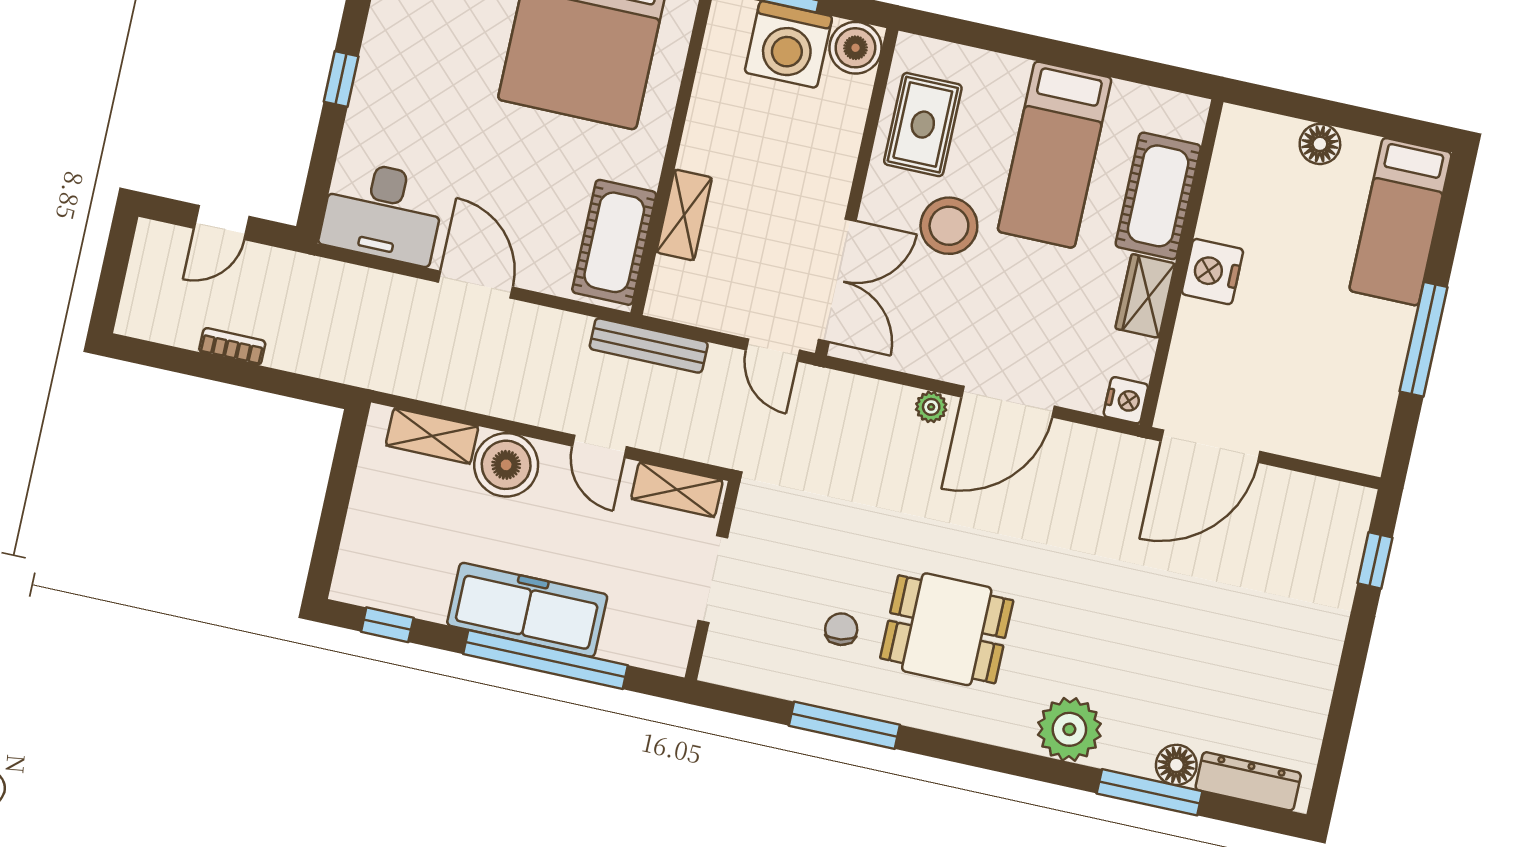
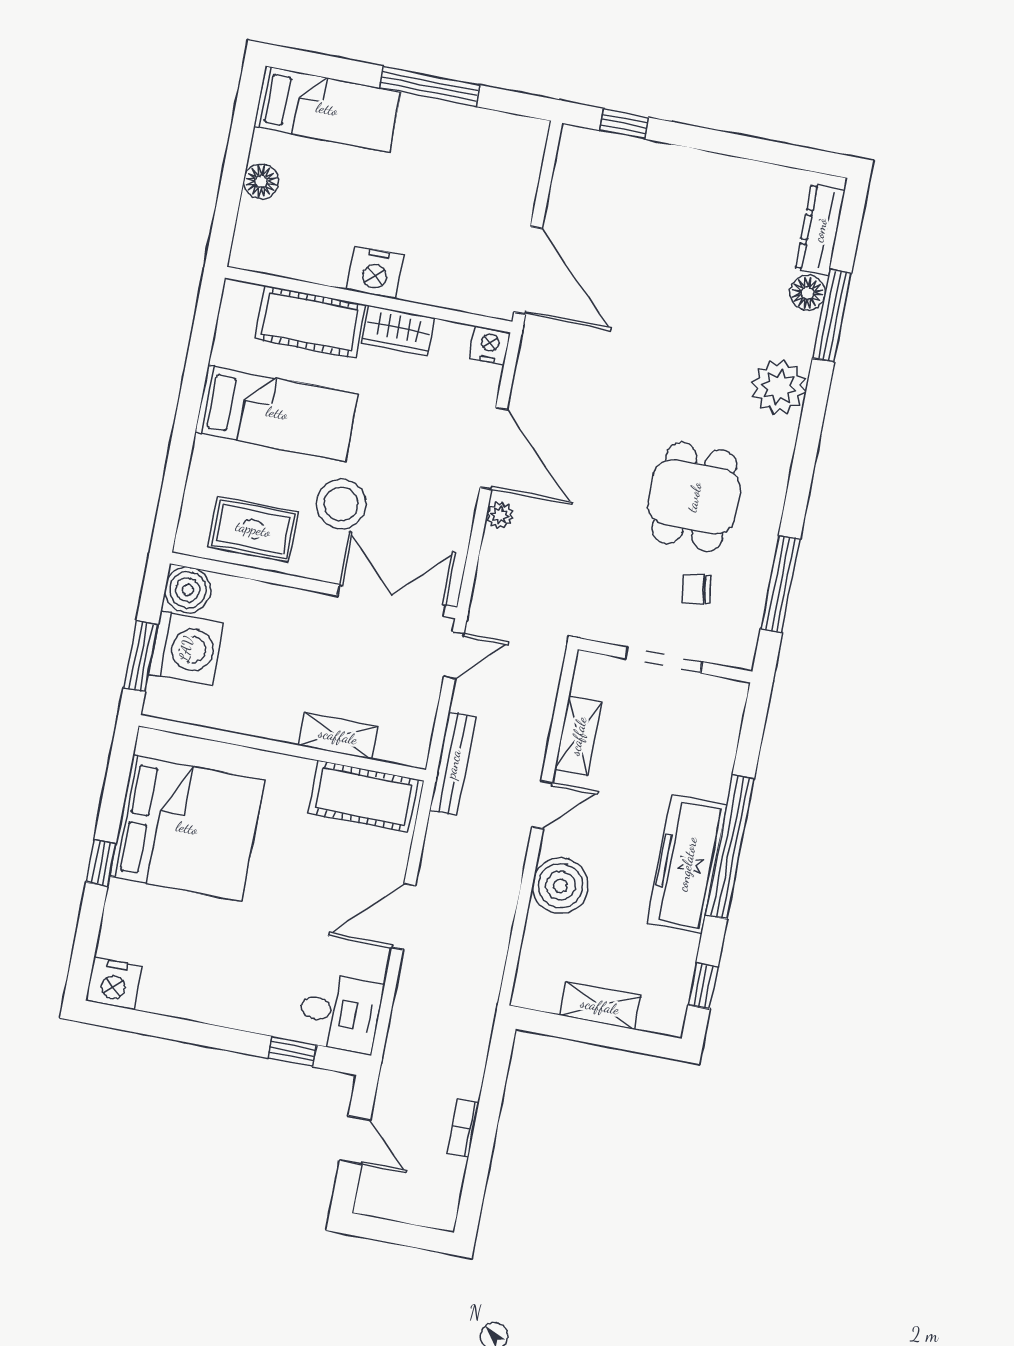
window: (341, 79) -> (292, 1052), moved
desk: (383, 212) -> (340, 1013), width x0.73
shelving: (432, 436) -> (600, 1006), moved, turned 90
doorway: (713, 579) -> (664, 660), moved
wall: (712, 581) -> (665, 660), moved

